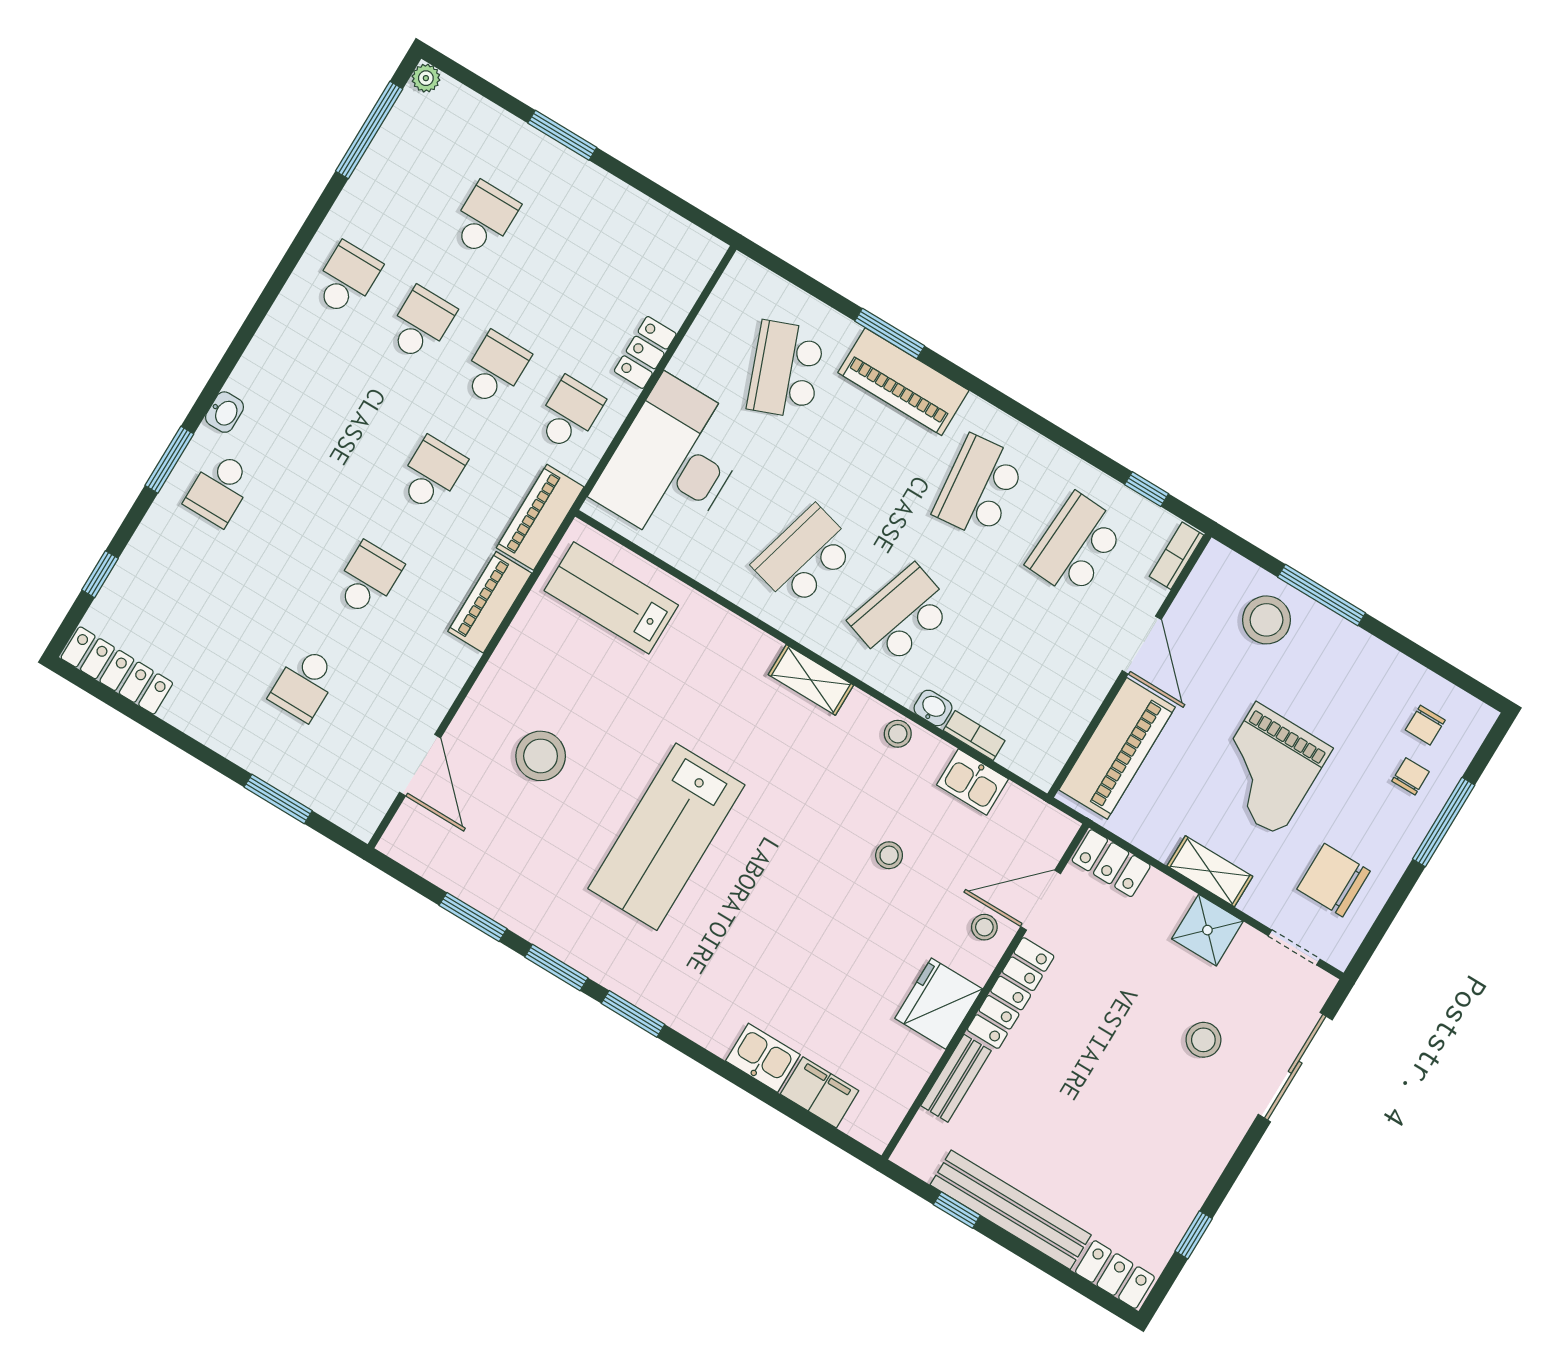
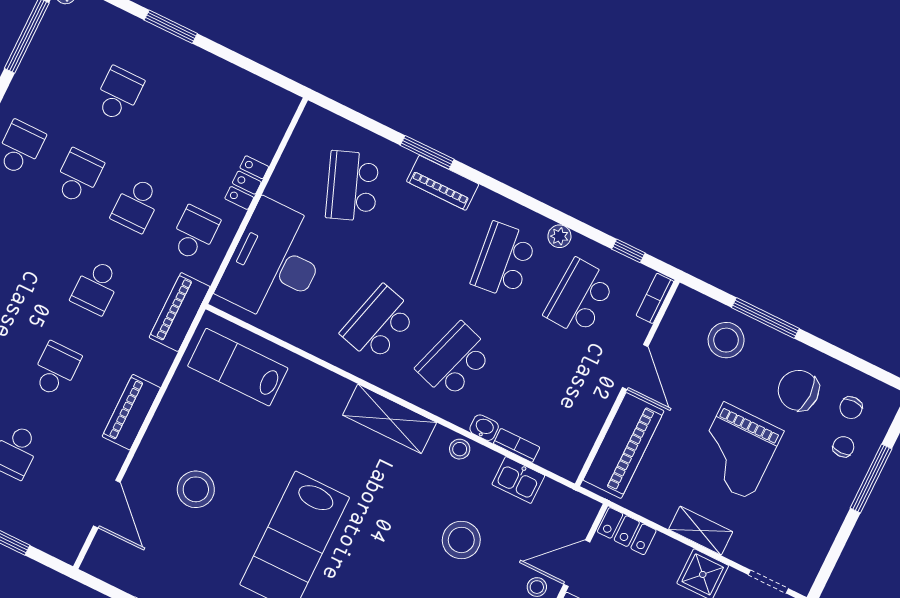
school desk: (495, 369) -> (136, 205), turned 180
piano: (903, 382) -> (443, 183), width x0.73, depth x0.75
plant: (1056, 461) -> (559, 236), added
school desk: (432, 474) -> (96, 287), turned 180
piano: (490, 602) -> (131, 412), moved
shelving: (811, 680) -> (390, 419), width x1.50, depth x1.33
stool: (889, 855) -> (461, 540), width x1.89, depth x1.89
chair: (1334, 880) -> (799, 390), moved

